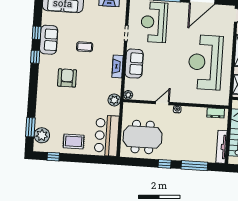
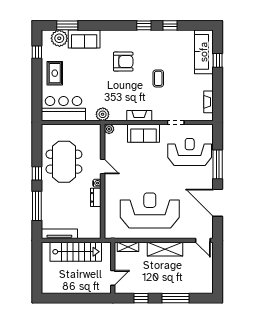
sofa: (49, 40) -> (84, 39), moved
dresser: (216, 113) -> (96, 197), moved
meeting table: (143, 137) -> (64, 162), moved

